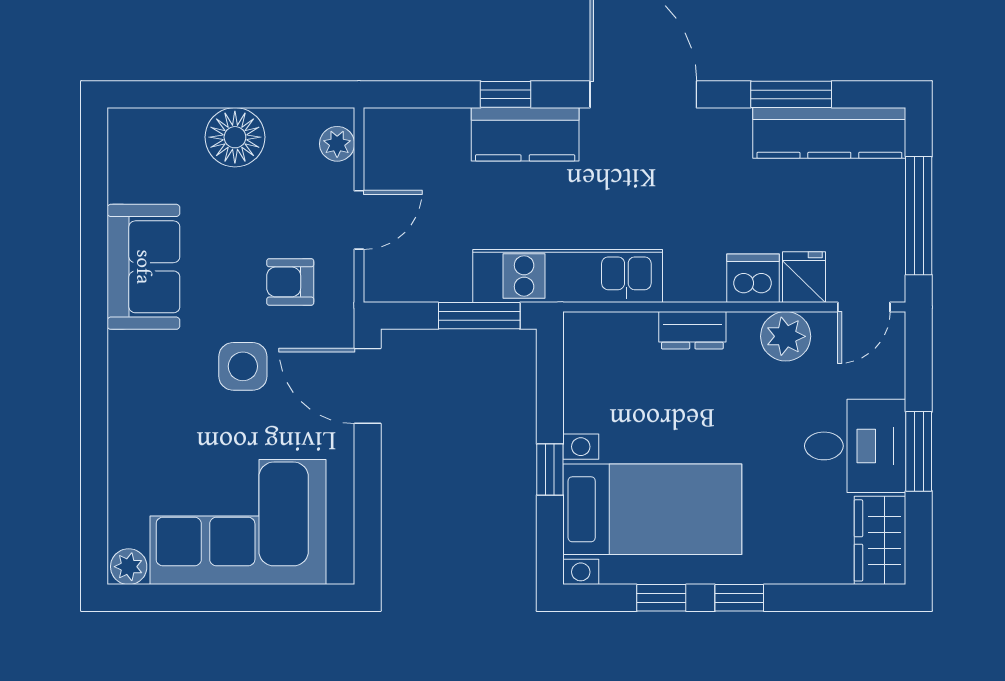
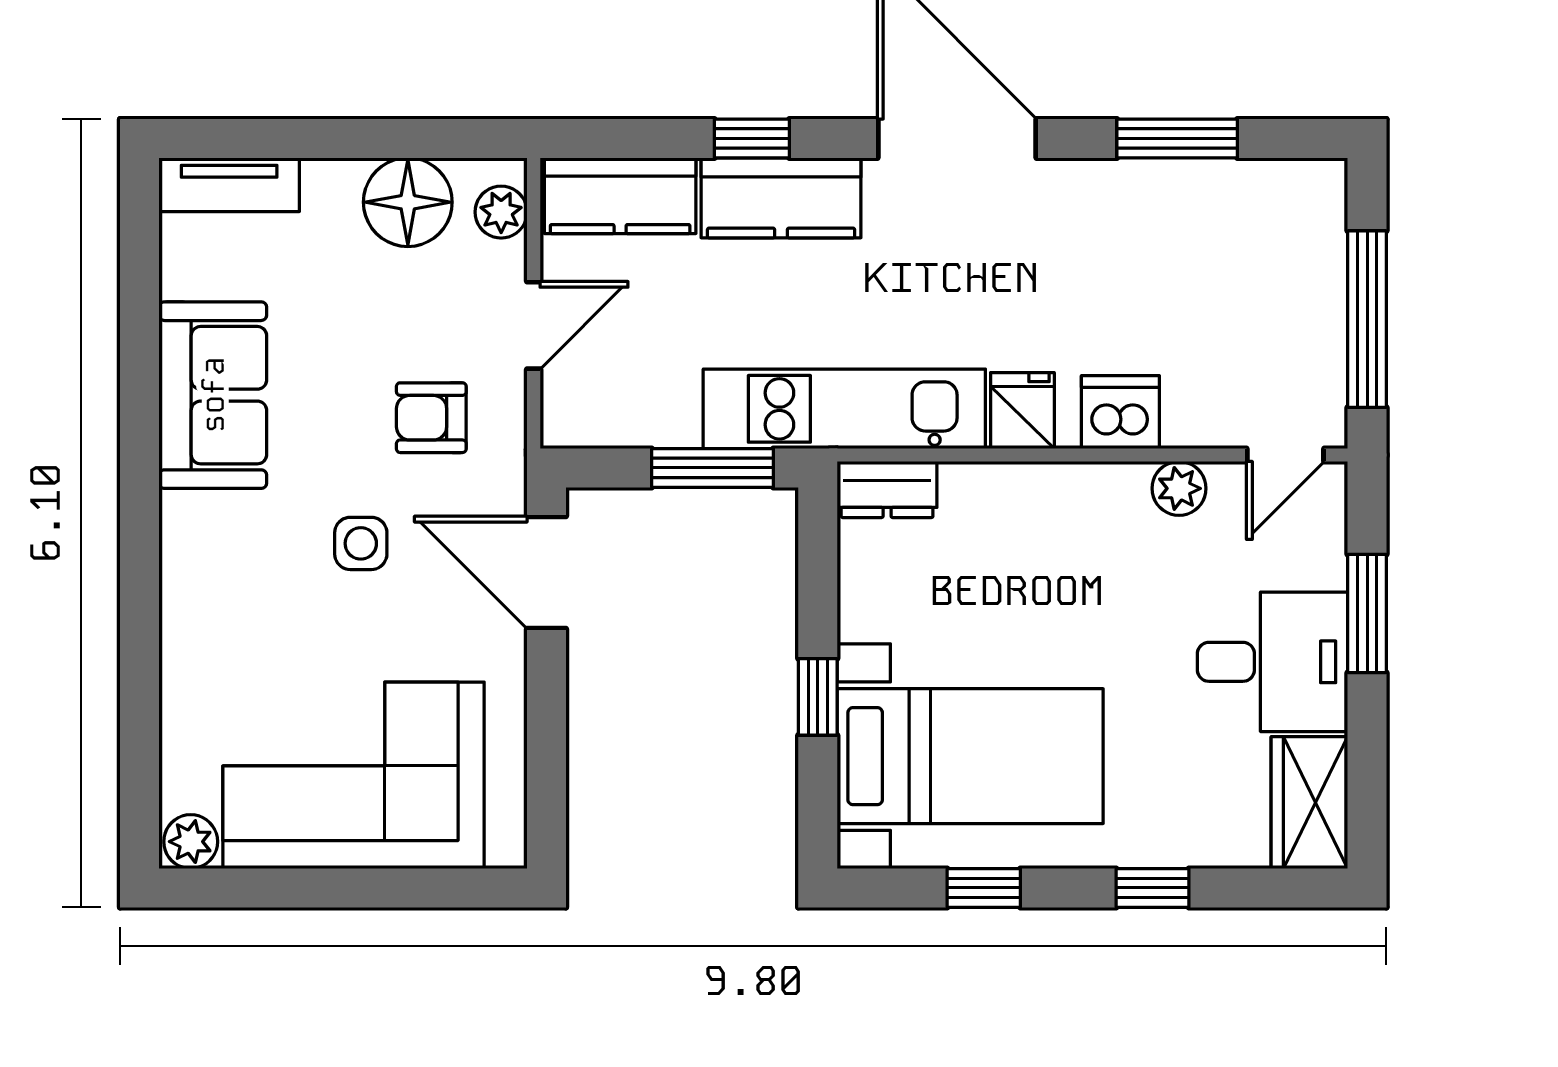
tv unit: (154, 125) -> (229, 185), added
kitchen counter: (829, 133) -> (620, 196), moved, width x0.67
floor lamp: (235, 137) -> (408, 202), moved
fridge: (804, 277) -> (1022, 411), moved
dresser: (692, 330) -> (887, 490), moved
plant: (786, 336) -> (1179, 488), width x0.73, depth x0.73
side table: (243, 366) -> (361, 543), width x0.73, depth x0.73
window: (919, 451) -> (1367, 614), moved
window: (739, 598) -> (1153, 888), moved

